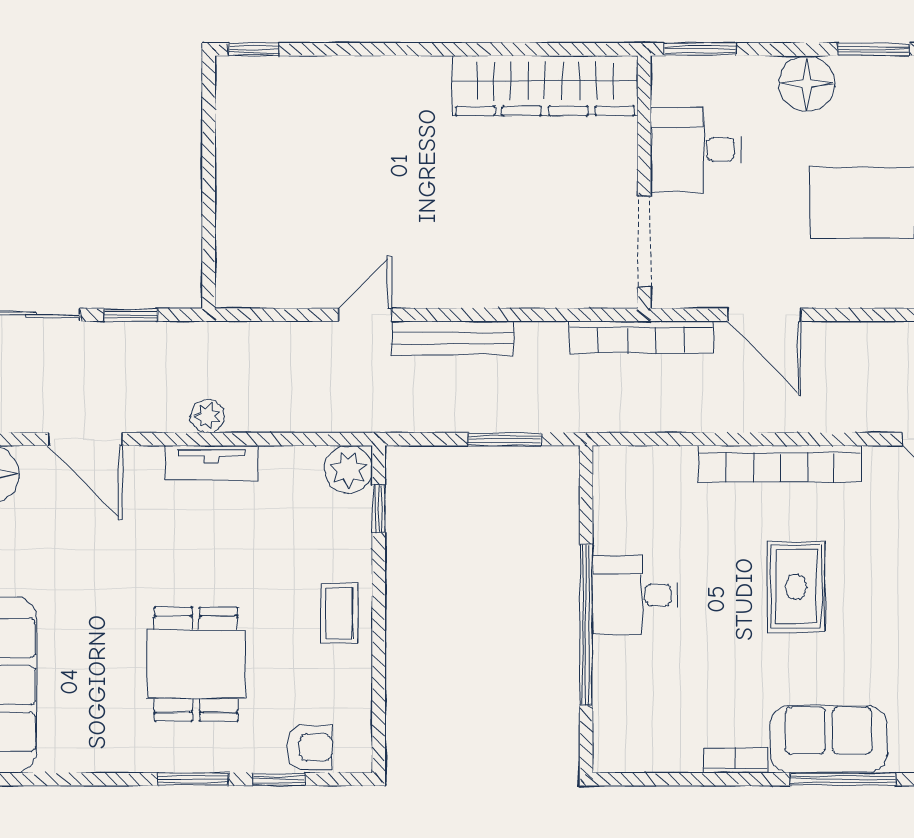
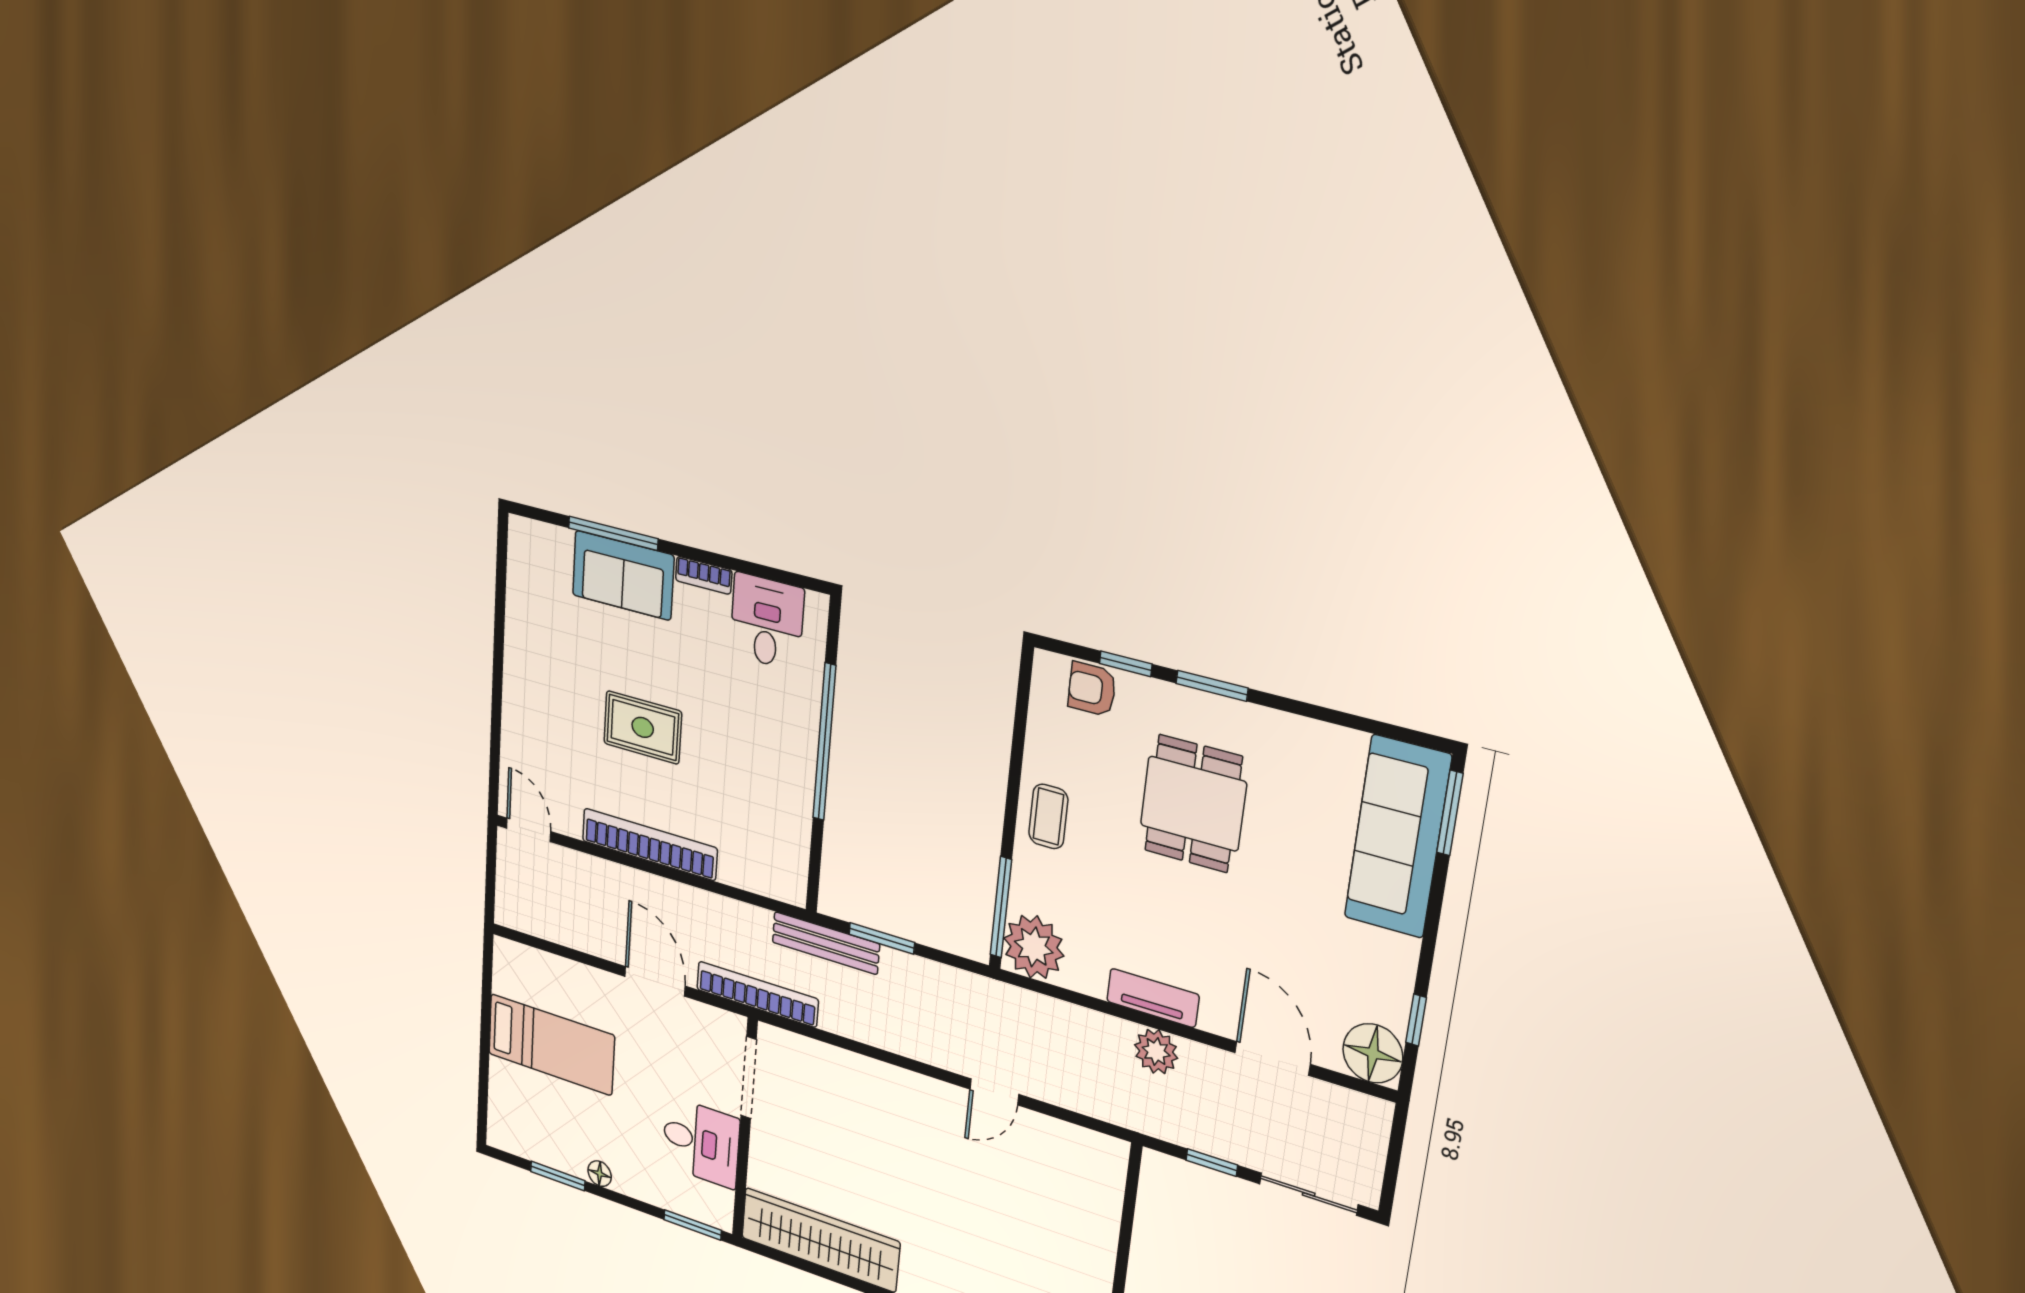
floor lamp: (807, 83) -> (600, 1174), width x0.53, depth x0.53
bench: (453, 338) -> (826, 943), moved
plant: (207, 416) -> (1156, 1051), width x1.38, depth x1.38
plant: (348, 469) -> (1034, 947), width x1.36, depth x1.36
window: (379, 509) -> (1001, 907), width x2.17
rug: (796, 587) -> (643, 727), turned 90
desk: (635, 595) -> (767, 622), moved, turned -90

